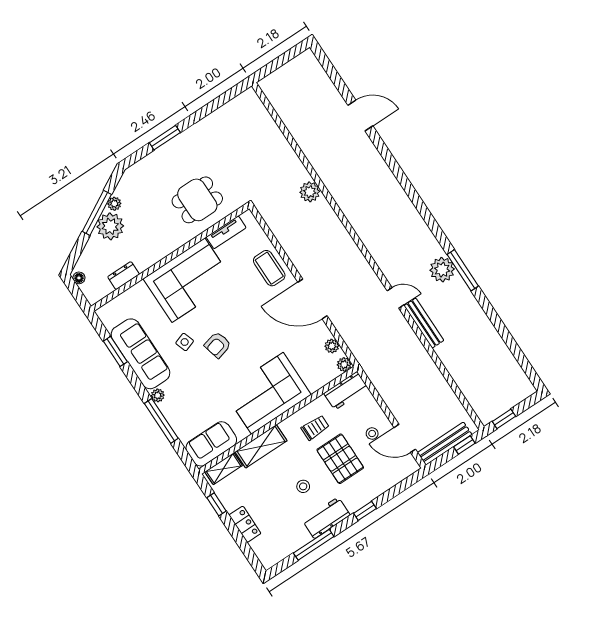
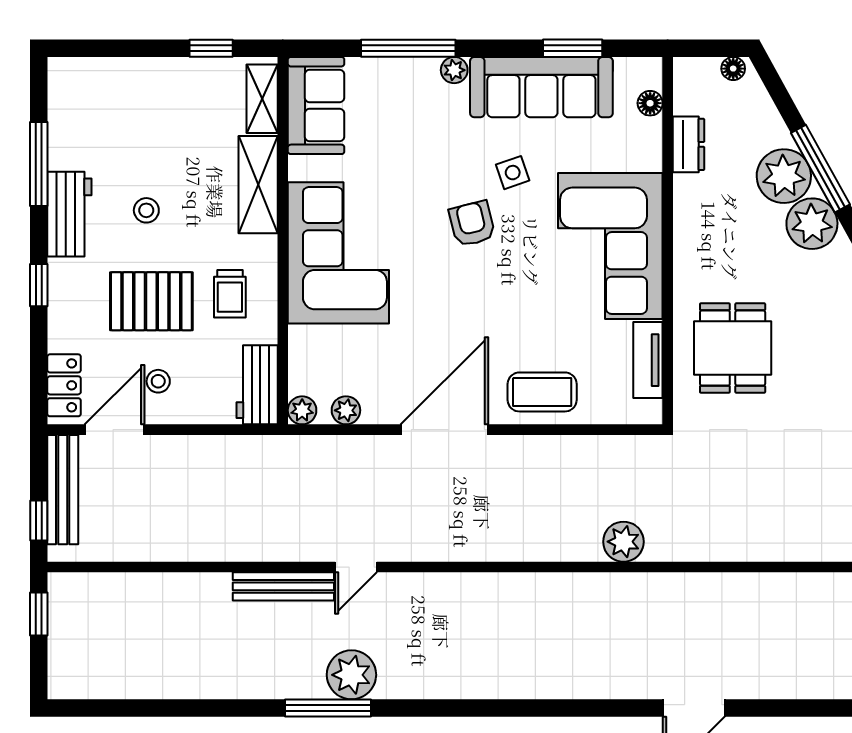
plant: (114, 204) -> (812, 224), width x1.87, depth x1.87
floor lamp: (117, 303) -> (650, 103), added
locker: (245, 524) -> (64, 385), moved, turned -90

